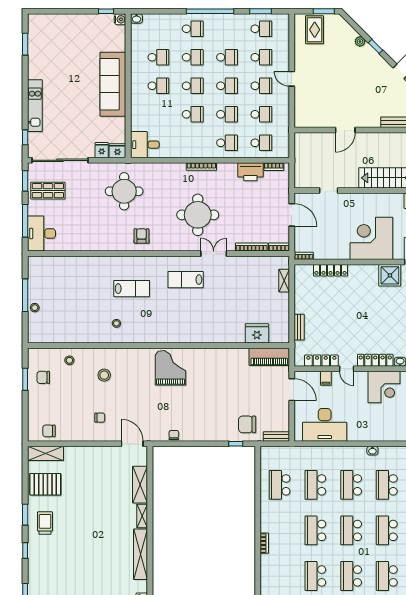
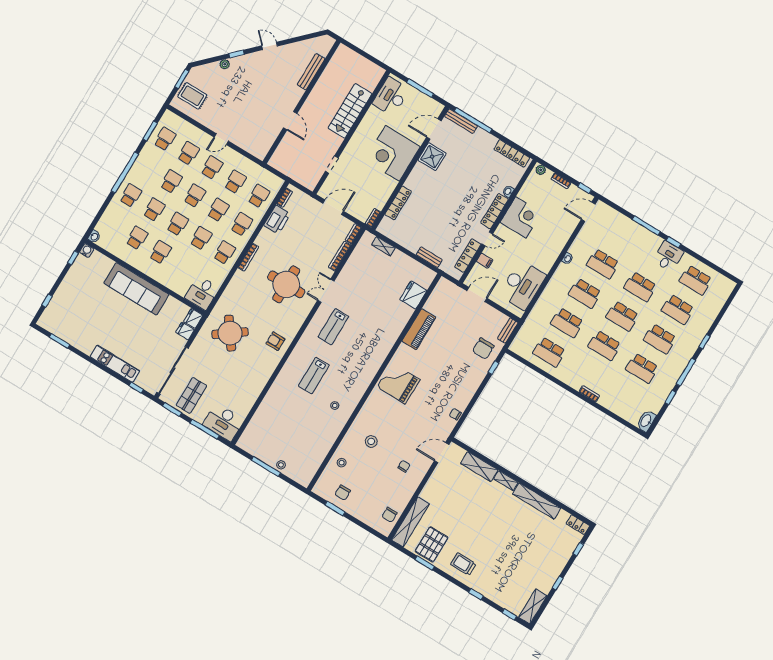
window: (54, 11) -> (47, 301), added
school desk: (193, 143) -> (224, 252), added
round table: (124, 191) -> (230, 333), turned -36
lab bench: (132, 289) -> (314, 376), turned 180
piano: (269, 357) -> (419, 329), moved
shelving: (46, 453) -> (410, 522), width x1.47
window: (25, 515) -> (425, 563), moved

